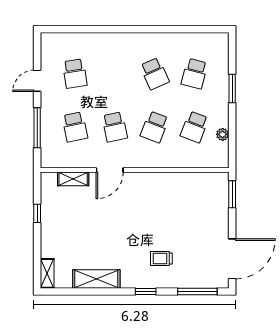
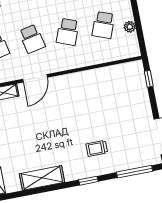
window: (232, 194) -> (149, 79), width x0.67

